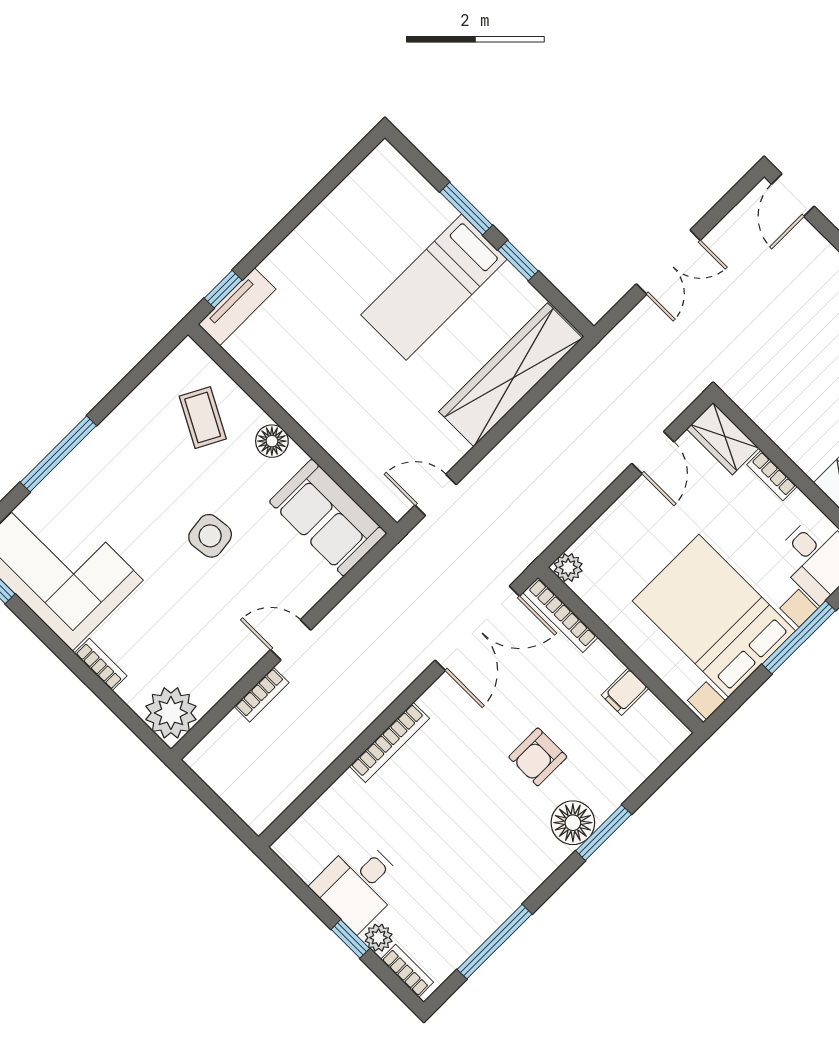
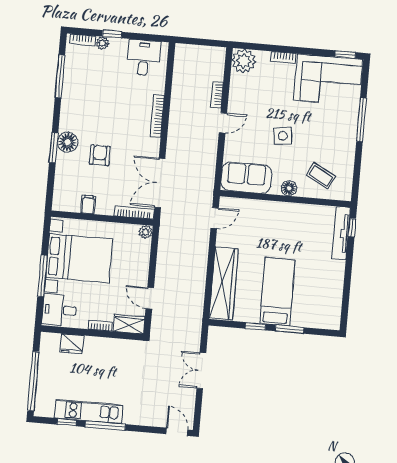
tv unit: (237, 307) -> (341, 233), width x1.41
desk: (359, 885) -> (144, 58), moved

